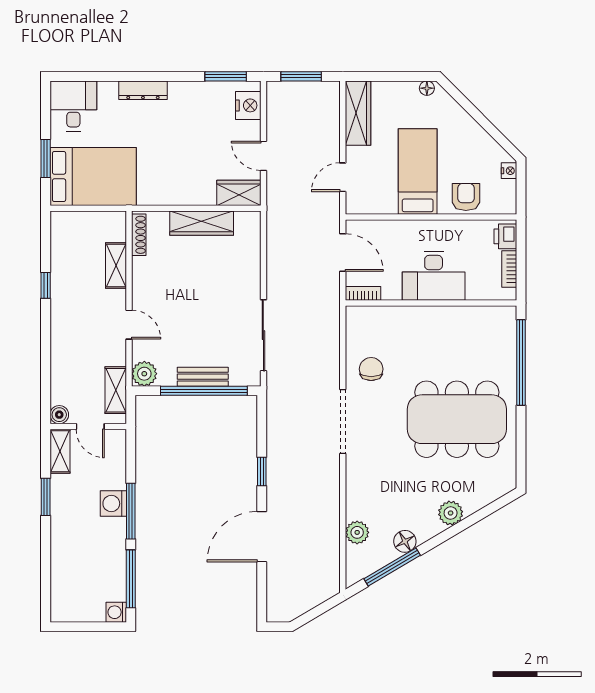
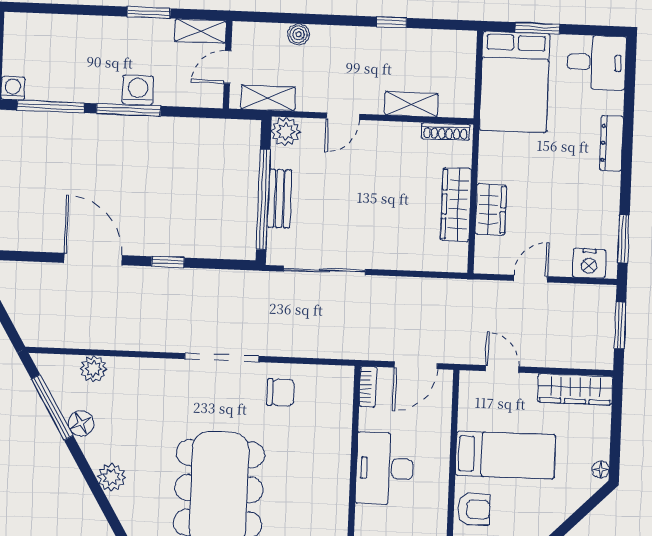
wardrobe: (239, 193) -> (491, 209), moved
boiler: (59, 415) -> (299, 34), moved

